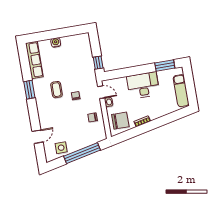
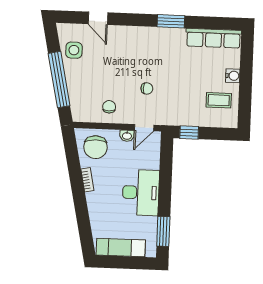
coffee table: (57, 90) -> (219, 100), moved

